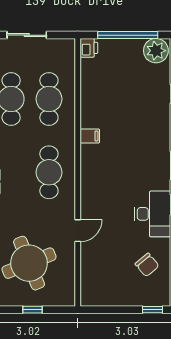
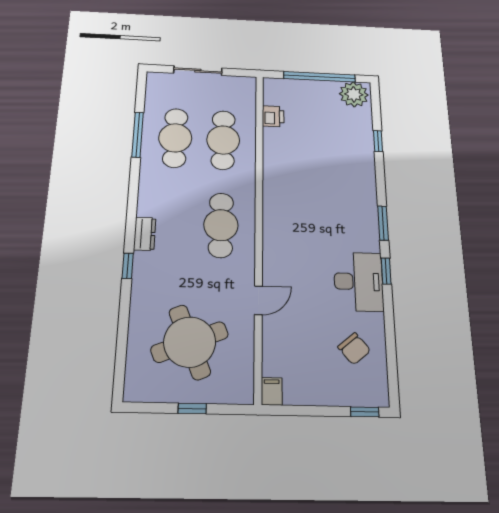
printer: (89, 48) -> (273, 116), moved
filing cabinet: (90, 136) -> (272, 391), moved, turned -90

